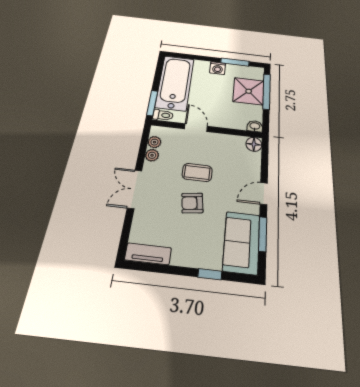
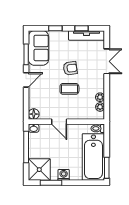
shower: (249, 91) -> (39, 170), moved
window: (267, 91) -> (26, 147), moved
window: (152, 103) -> (107, 168), moved
door: (196, 128) -> (59, 122), moved
double door: (135, 189) -> (107, 61), moved
tv unit: (148, 254) -> (87, 35), width x1.41
window: (164, 269) -> (81, 28), added

